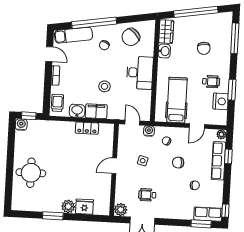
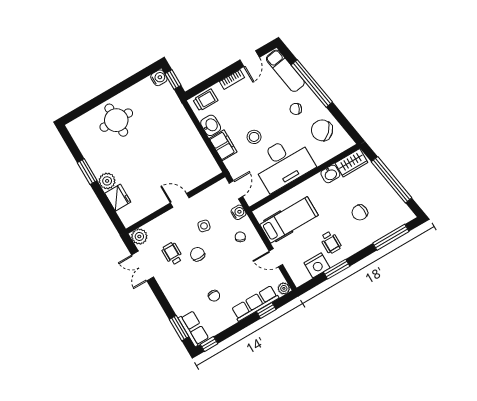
desk: (140, 73) -> (283, 163), width x1.36, depth x1.30
locker: (87, 128) -> (200, 147), removed
chair: (178, 163) -> (198, 254), moved

